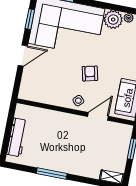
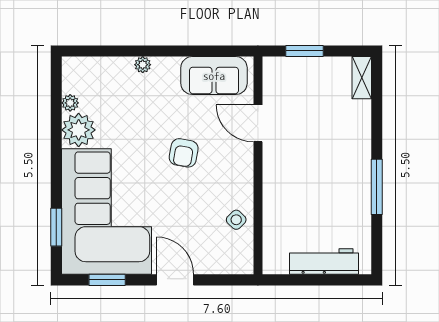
armchair: (90, 73) -> (184, 153), turned -67
side table: (78, 101) -> (236, 220), moved

